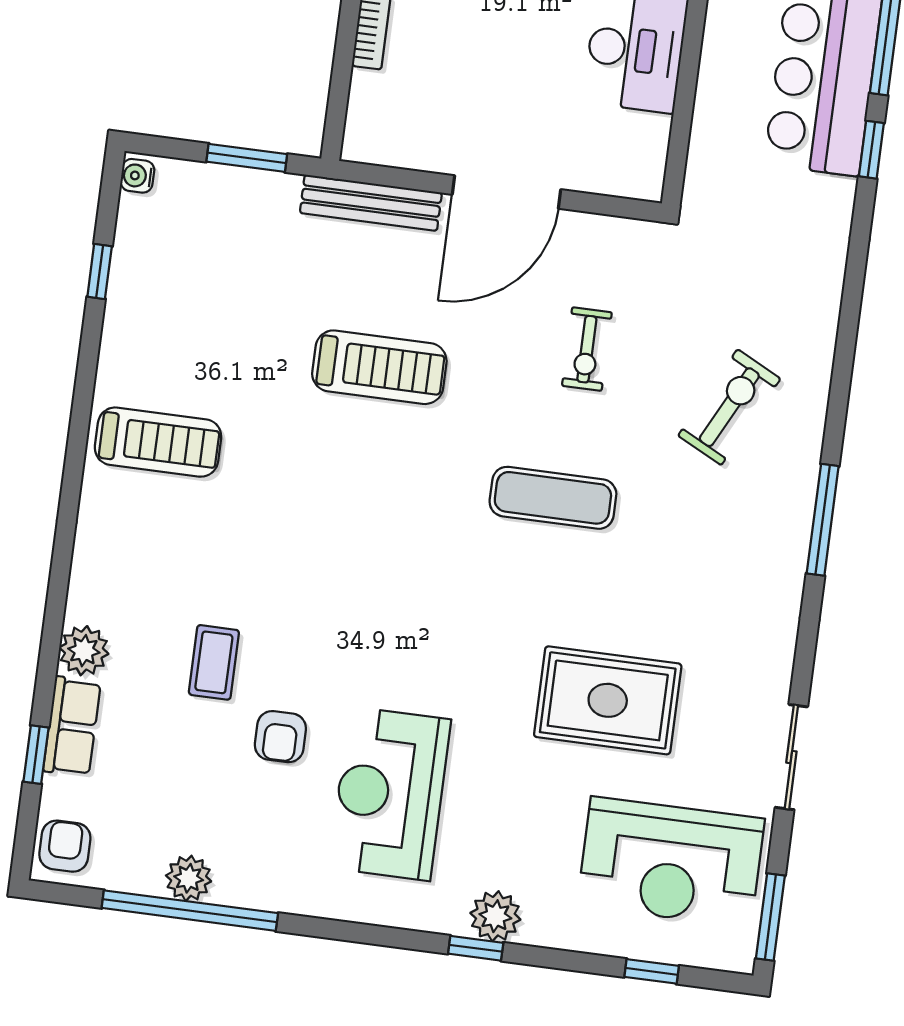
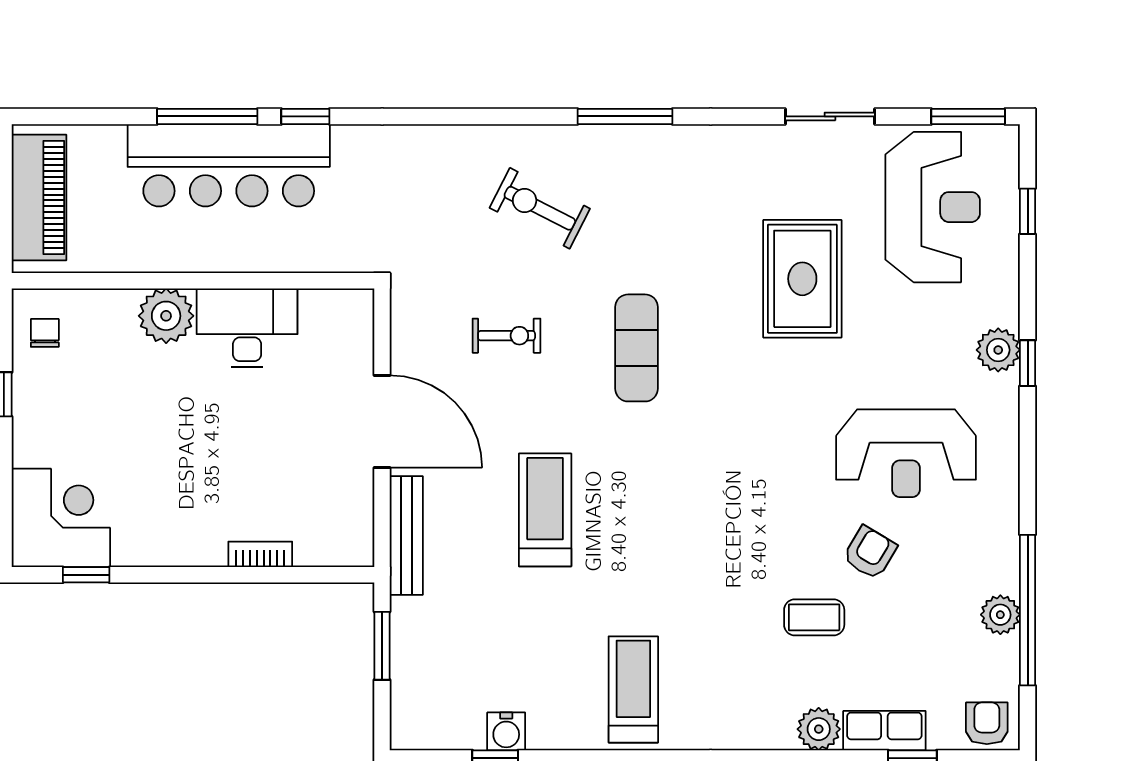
water cooler: (137, 176) -> (506, 731), moved, width x1.38, depth x1.38
armchair: (280, 737) -> (870, 553), turned -59
armchair: (65, 846) -> (987, 723), turned 90

